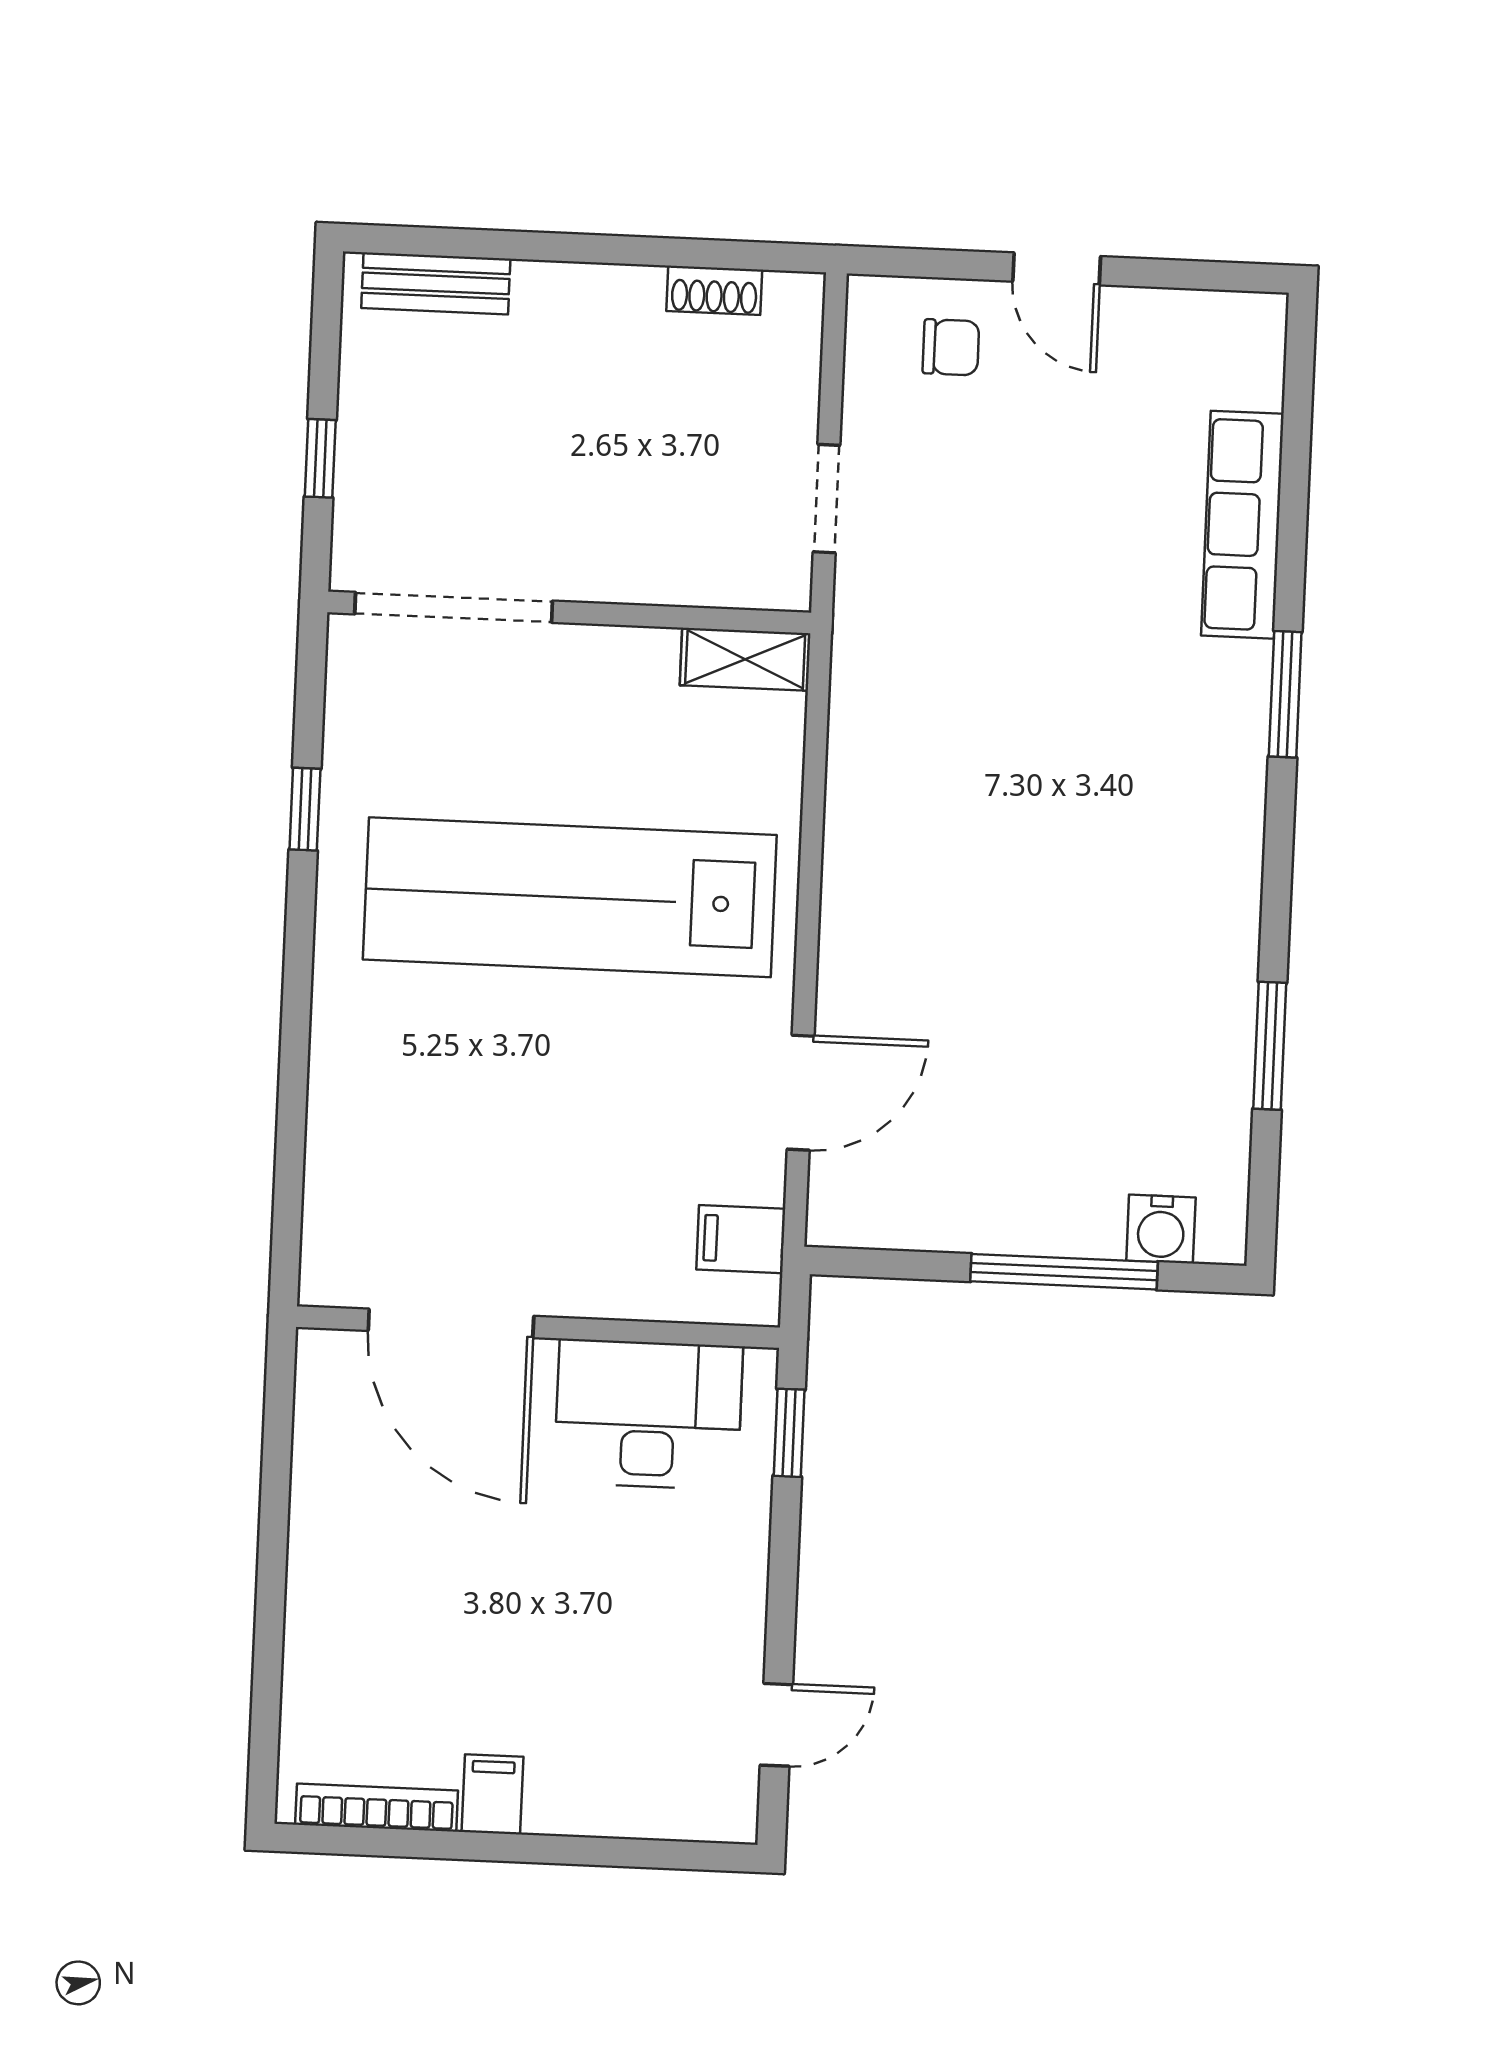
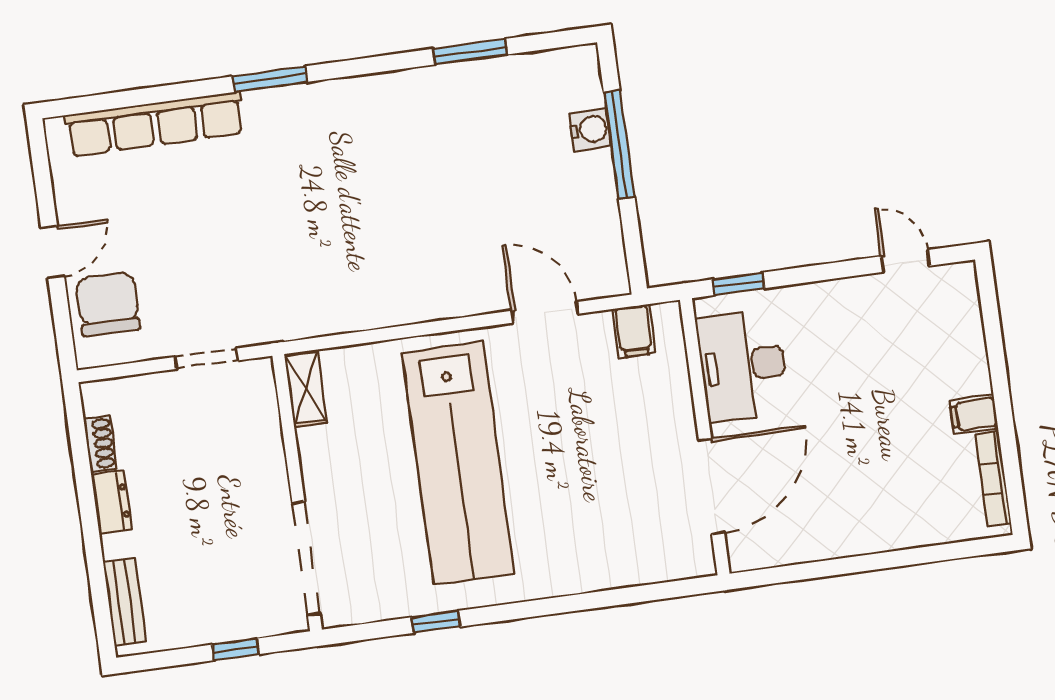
dresser: (610, 292) -> (112, 502), added
chair: (951, 347) -> (108, 304), width x1.87, depth x1.87
row of seats: (1242, 525) -> (155, 124), width x1.36
water cooler: (1161, 1229) -> (590, 130), moved

